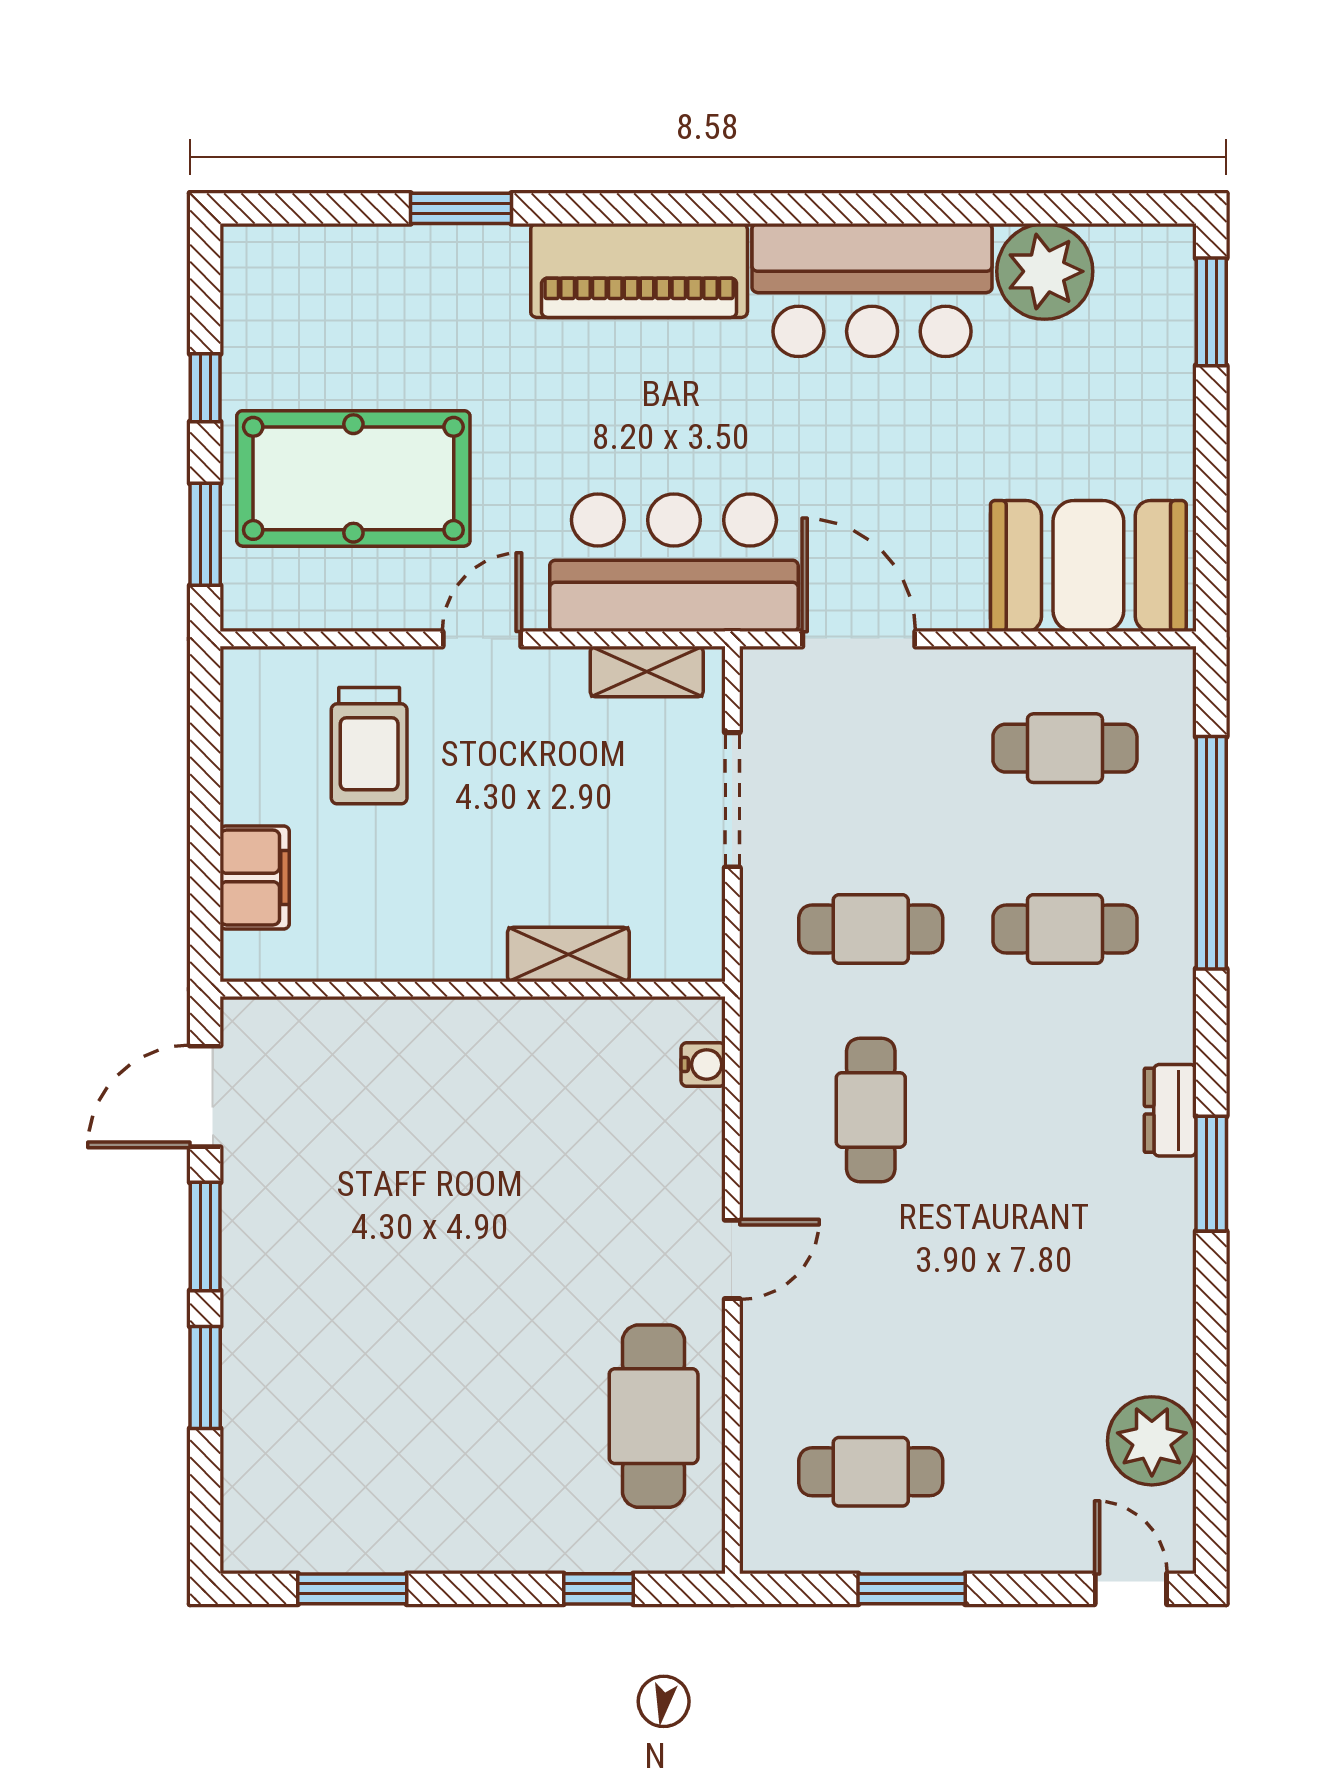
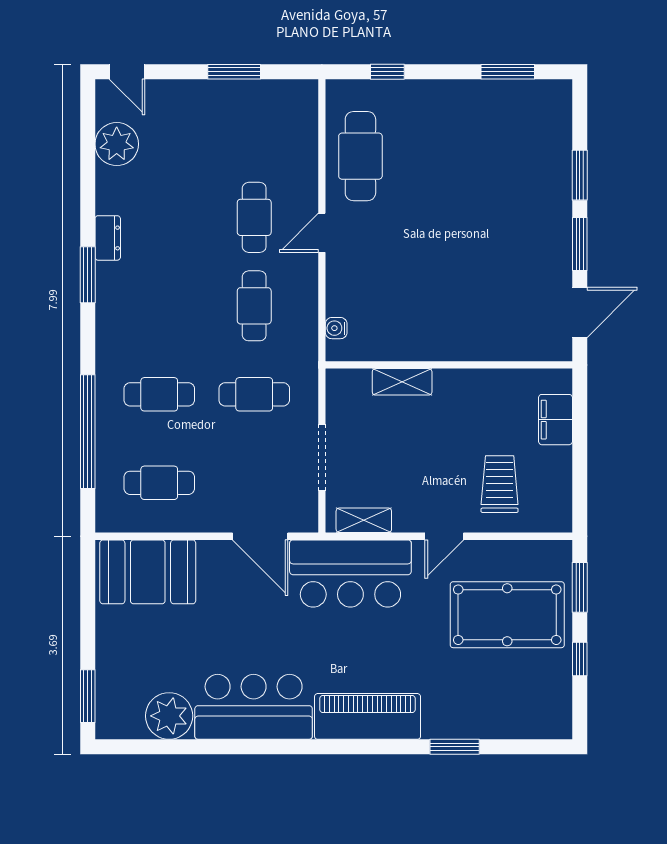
dresser: (1170, 1110) -> (108, 238), moved
cafe table: (871, 1472) -> (254, 217), moved, turned 90

